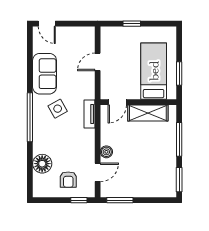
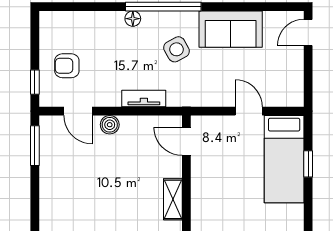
bed: (154, 71) -> (284, 159), moved, turned 90
shelving: (148, 113) -> (173, 199), width x0.67, depth x0.75
tv unit: (89, 114) -> (144, 99), moved
floor lamp: (42, 164) -> (133, 19), moved, width x0.53, depth x0.53

